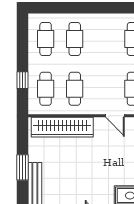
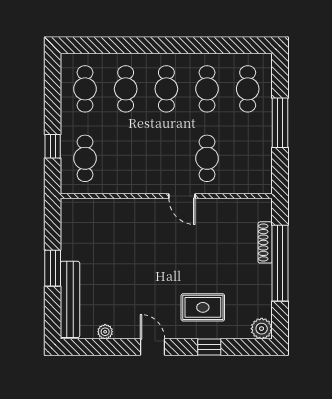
cafe table: (75, 89) -> (166, 89), moved
wardrobe: (62, 127) -> (108, 212), removed

